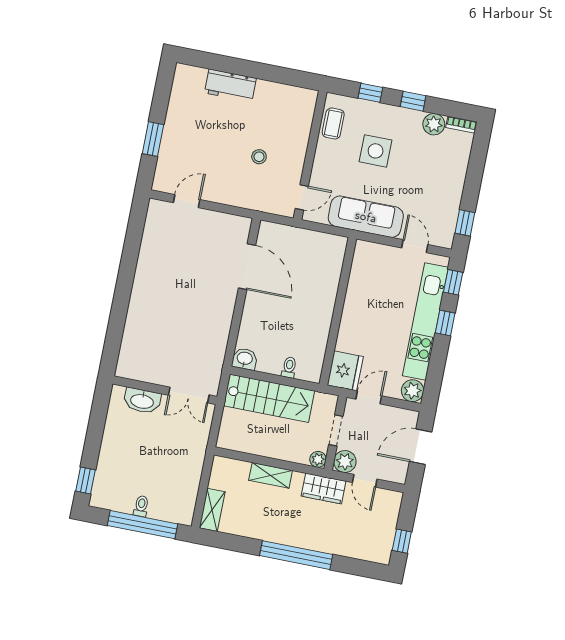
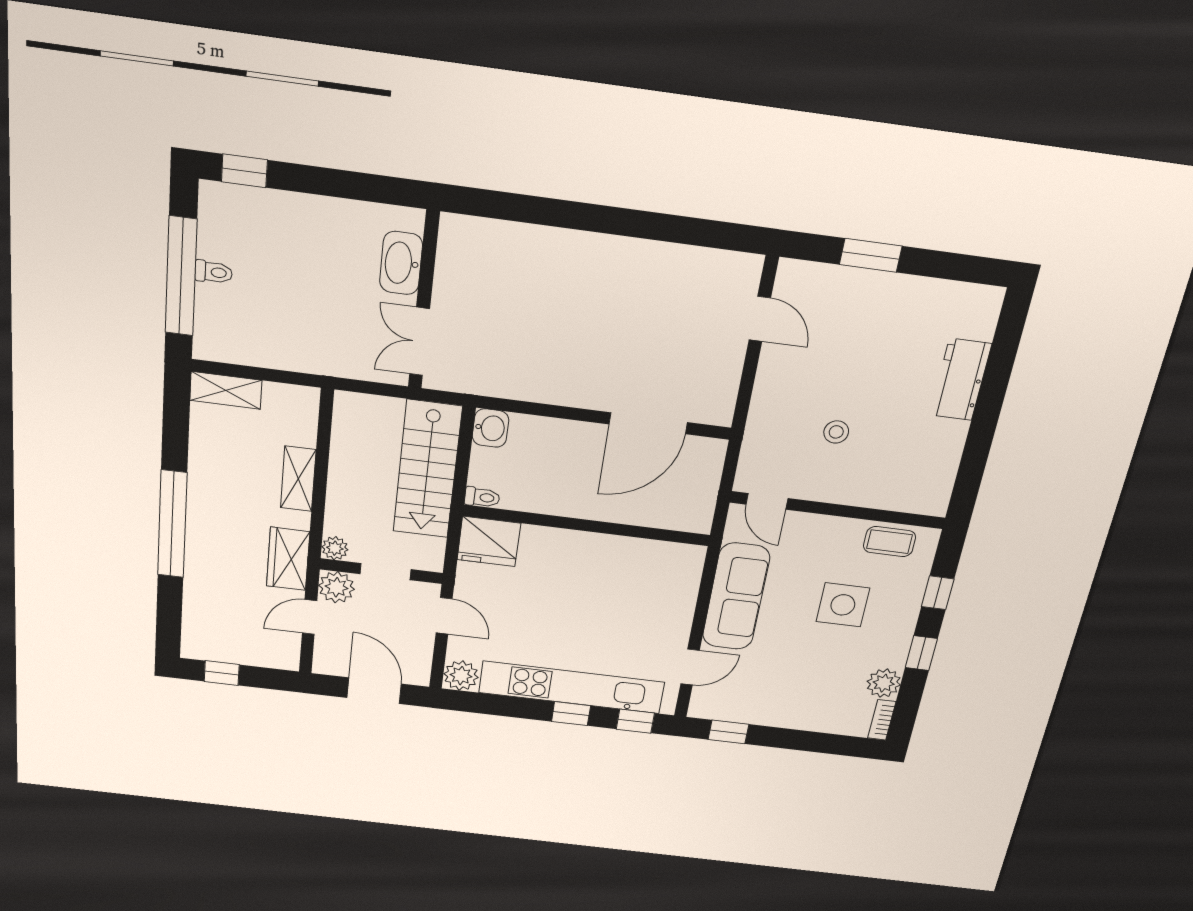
wall: (338, 311) -> (587, 526), moved
fridge: (345, 371) -> (489, 541), moved

